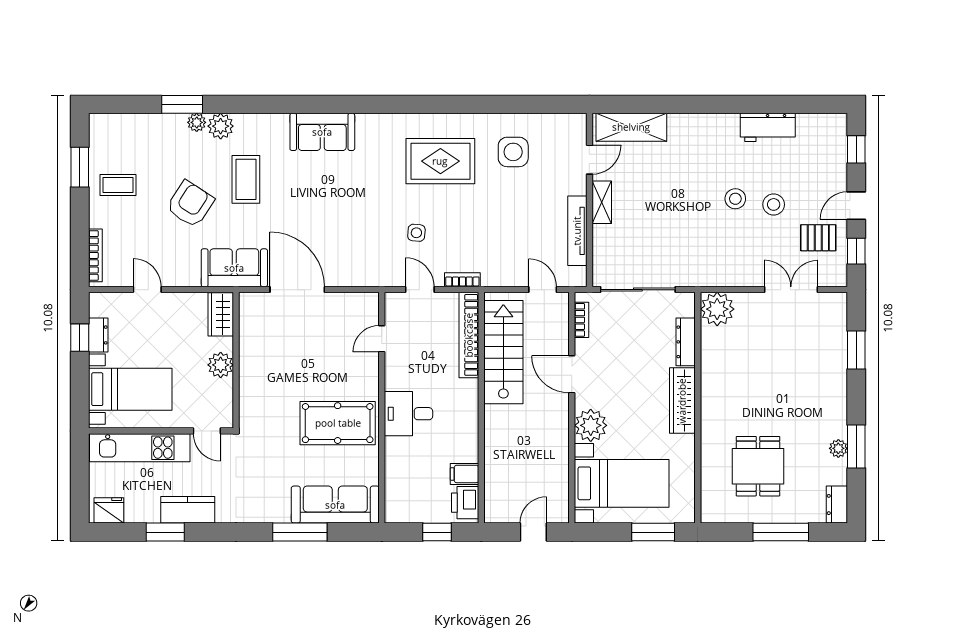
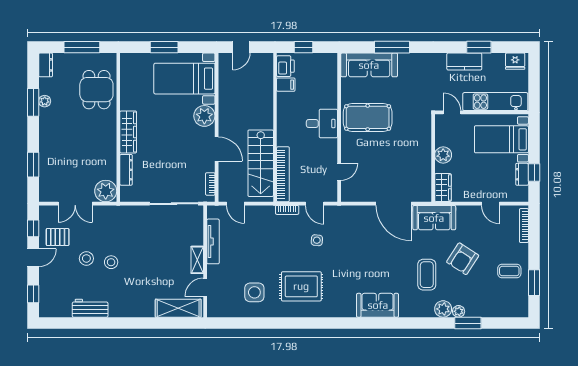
plant: (717, 309) -> (106, 191), moved
dresser: (686, 342) -> (126, 170), moved
wardrobe: (682, 401) -> (128, 132), moved
wall: (698, 408) -> (118, 127), moved

